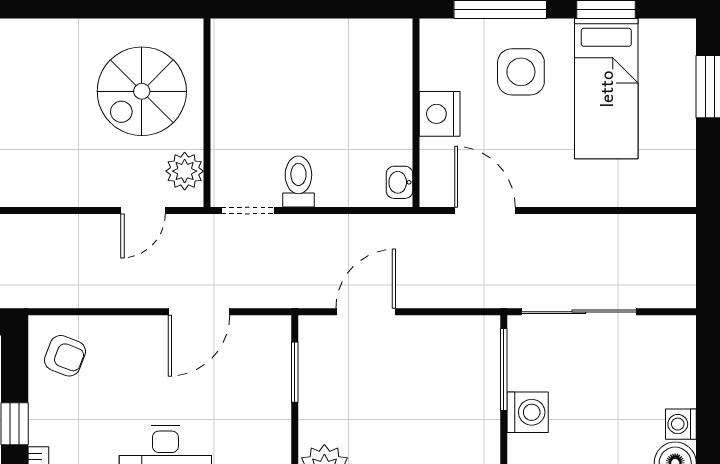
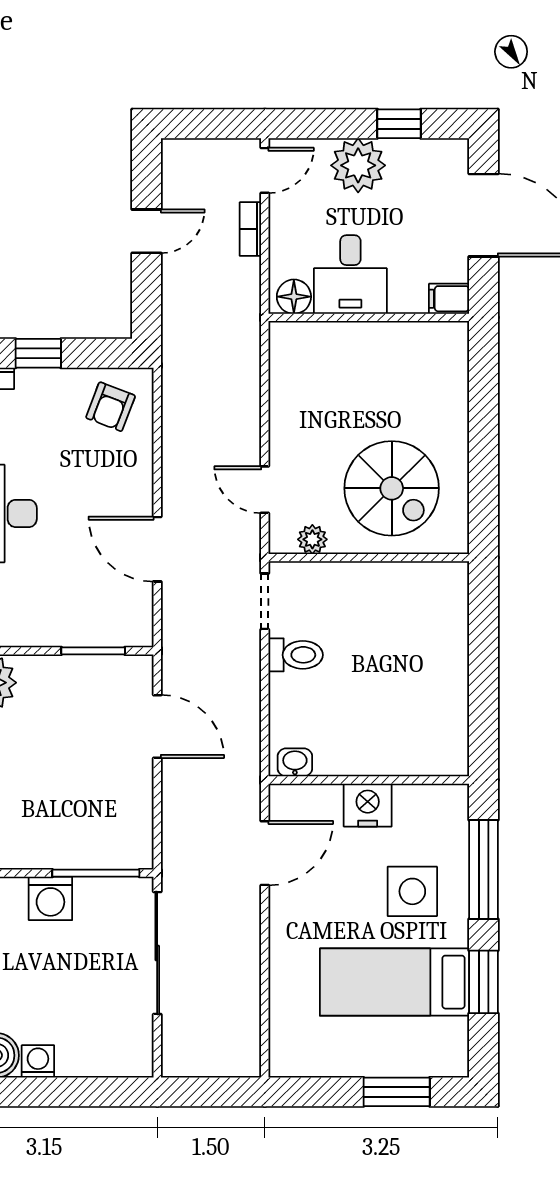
spiral stairs: (142, 91) -> (392, 488), turned 180
plant: (185, 171) -> (312, 539), width x0.73, depth x0.73

